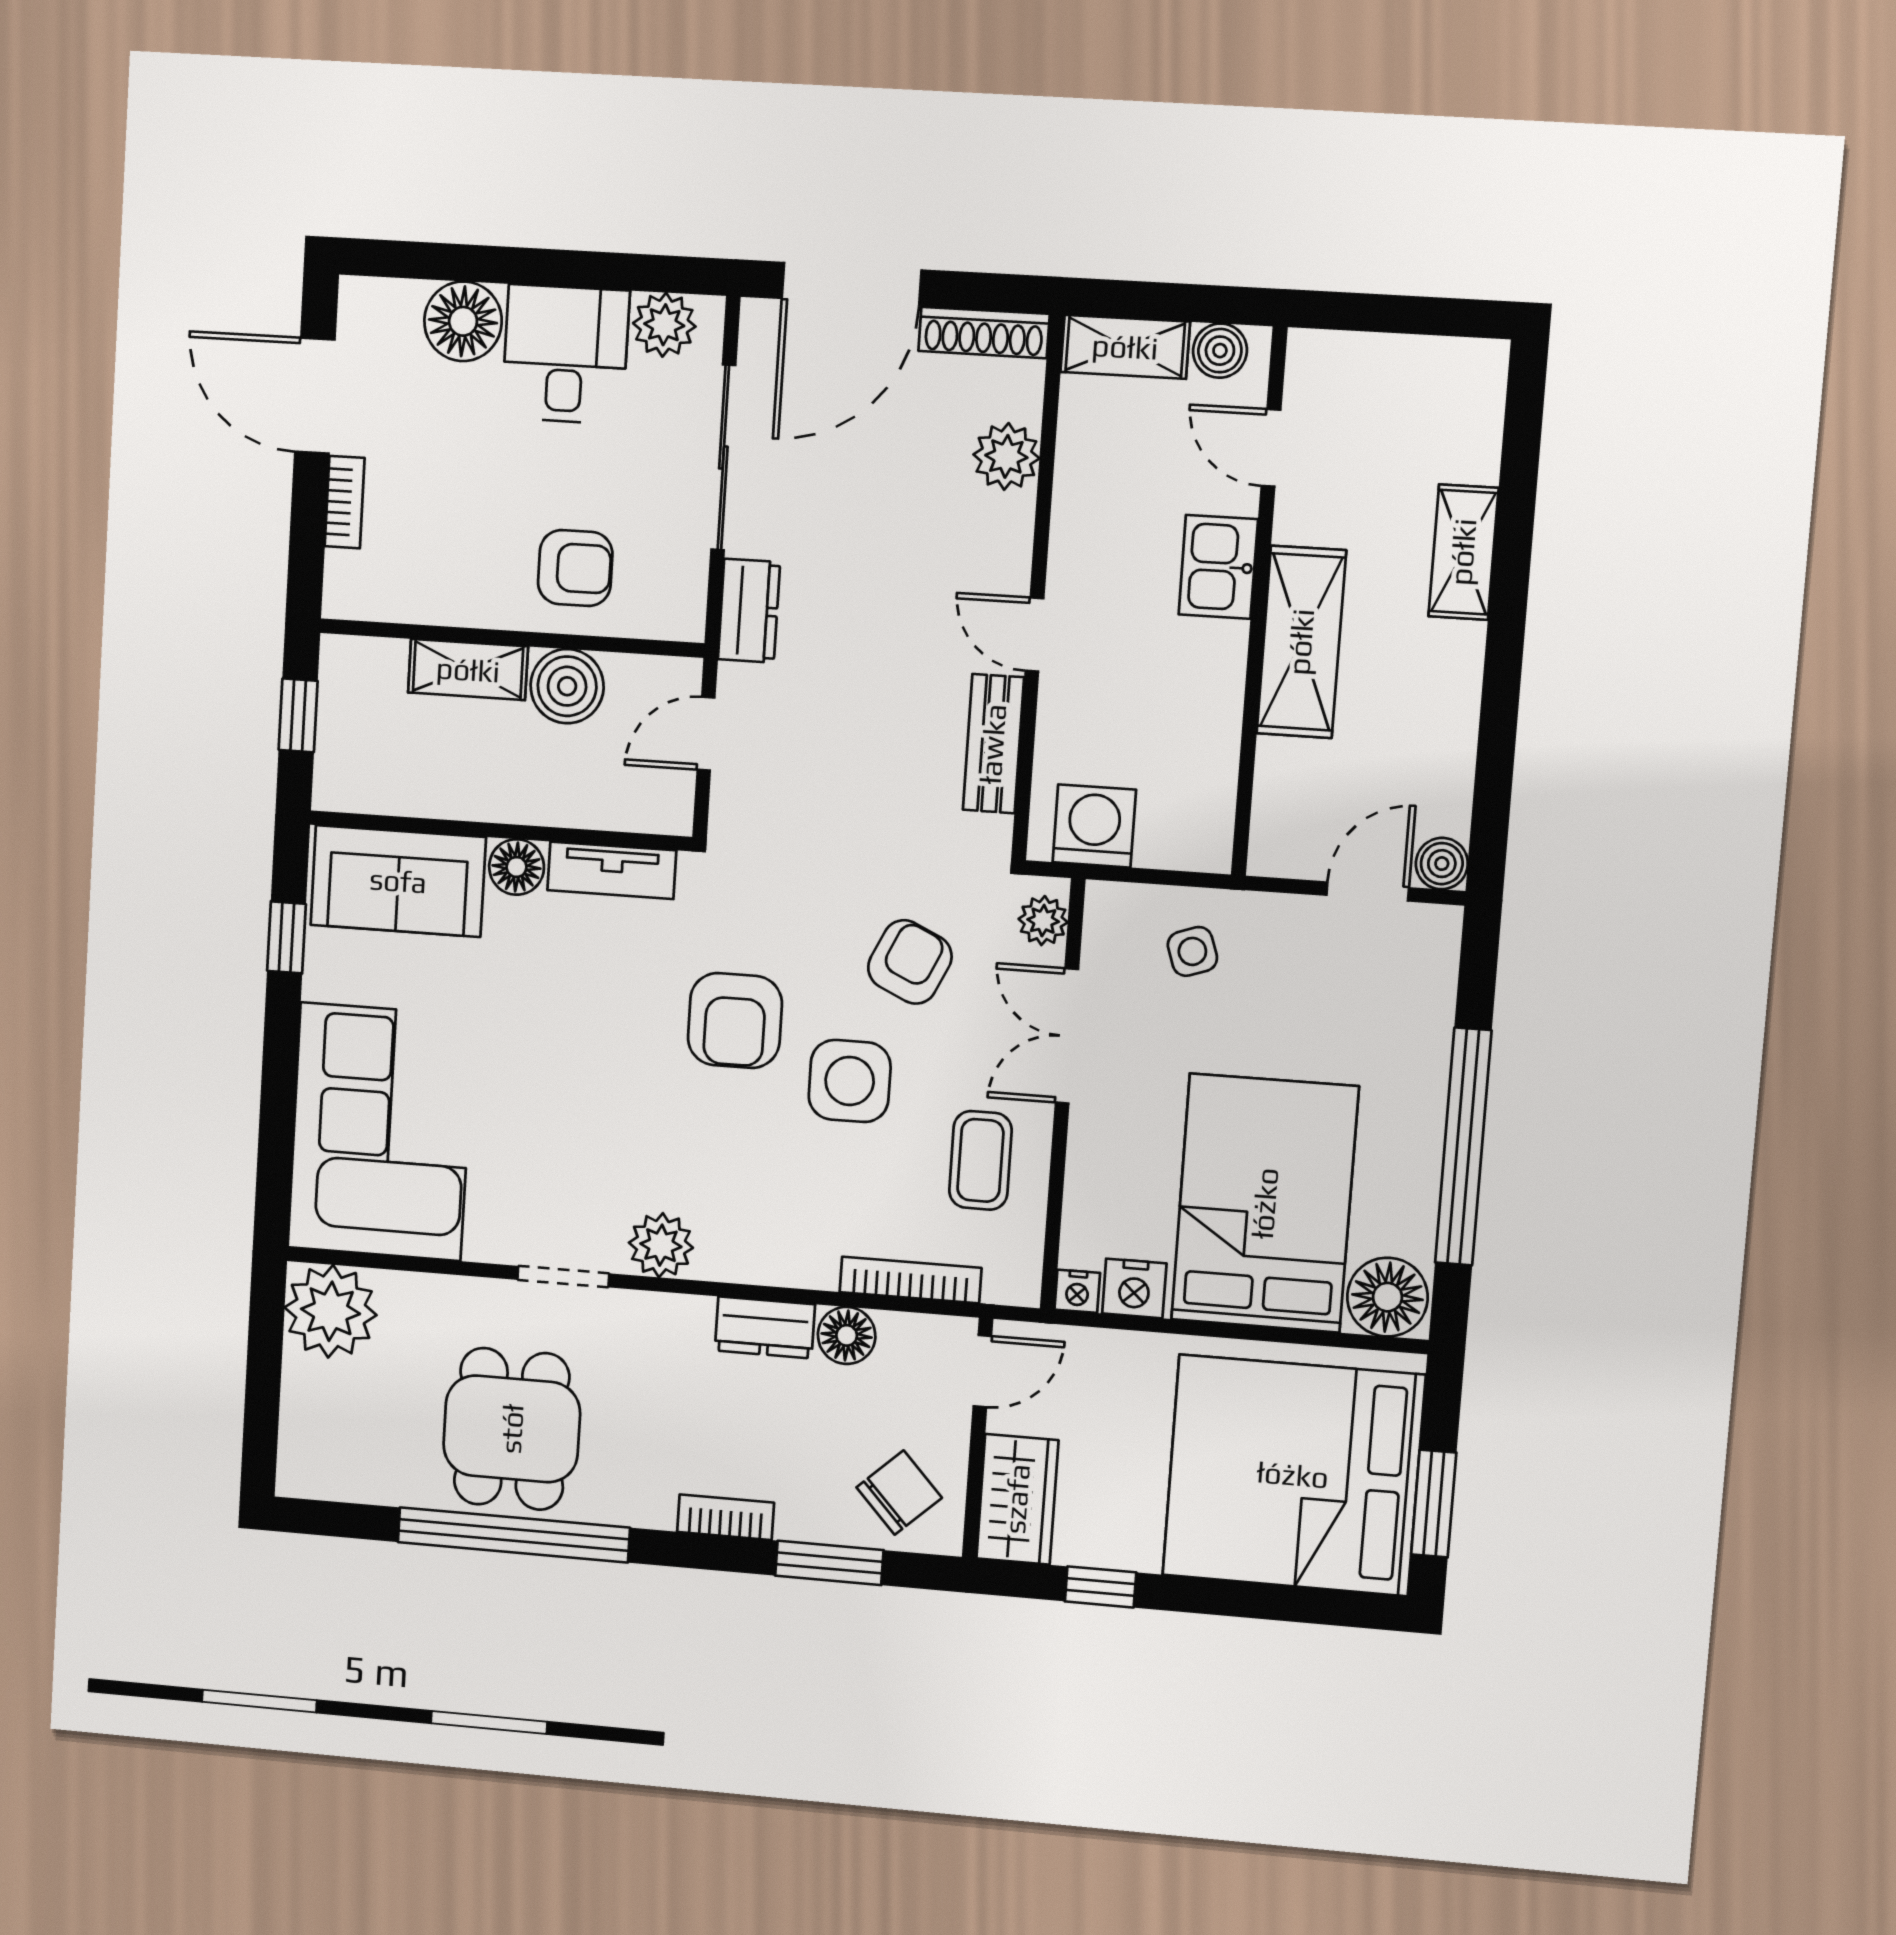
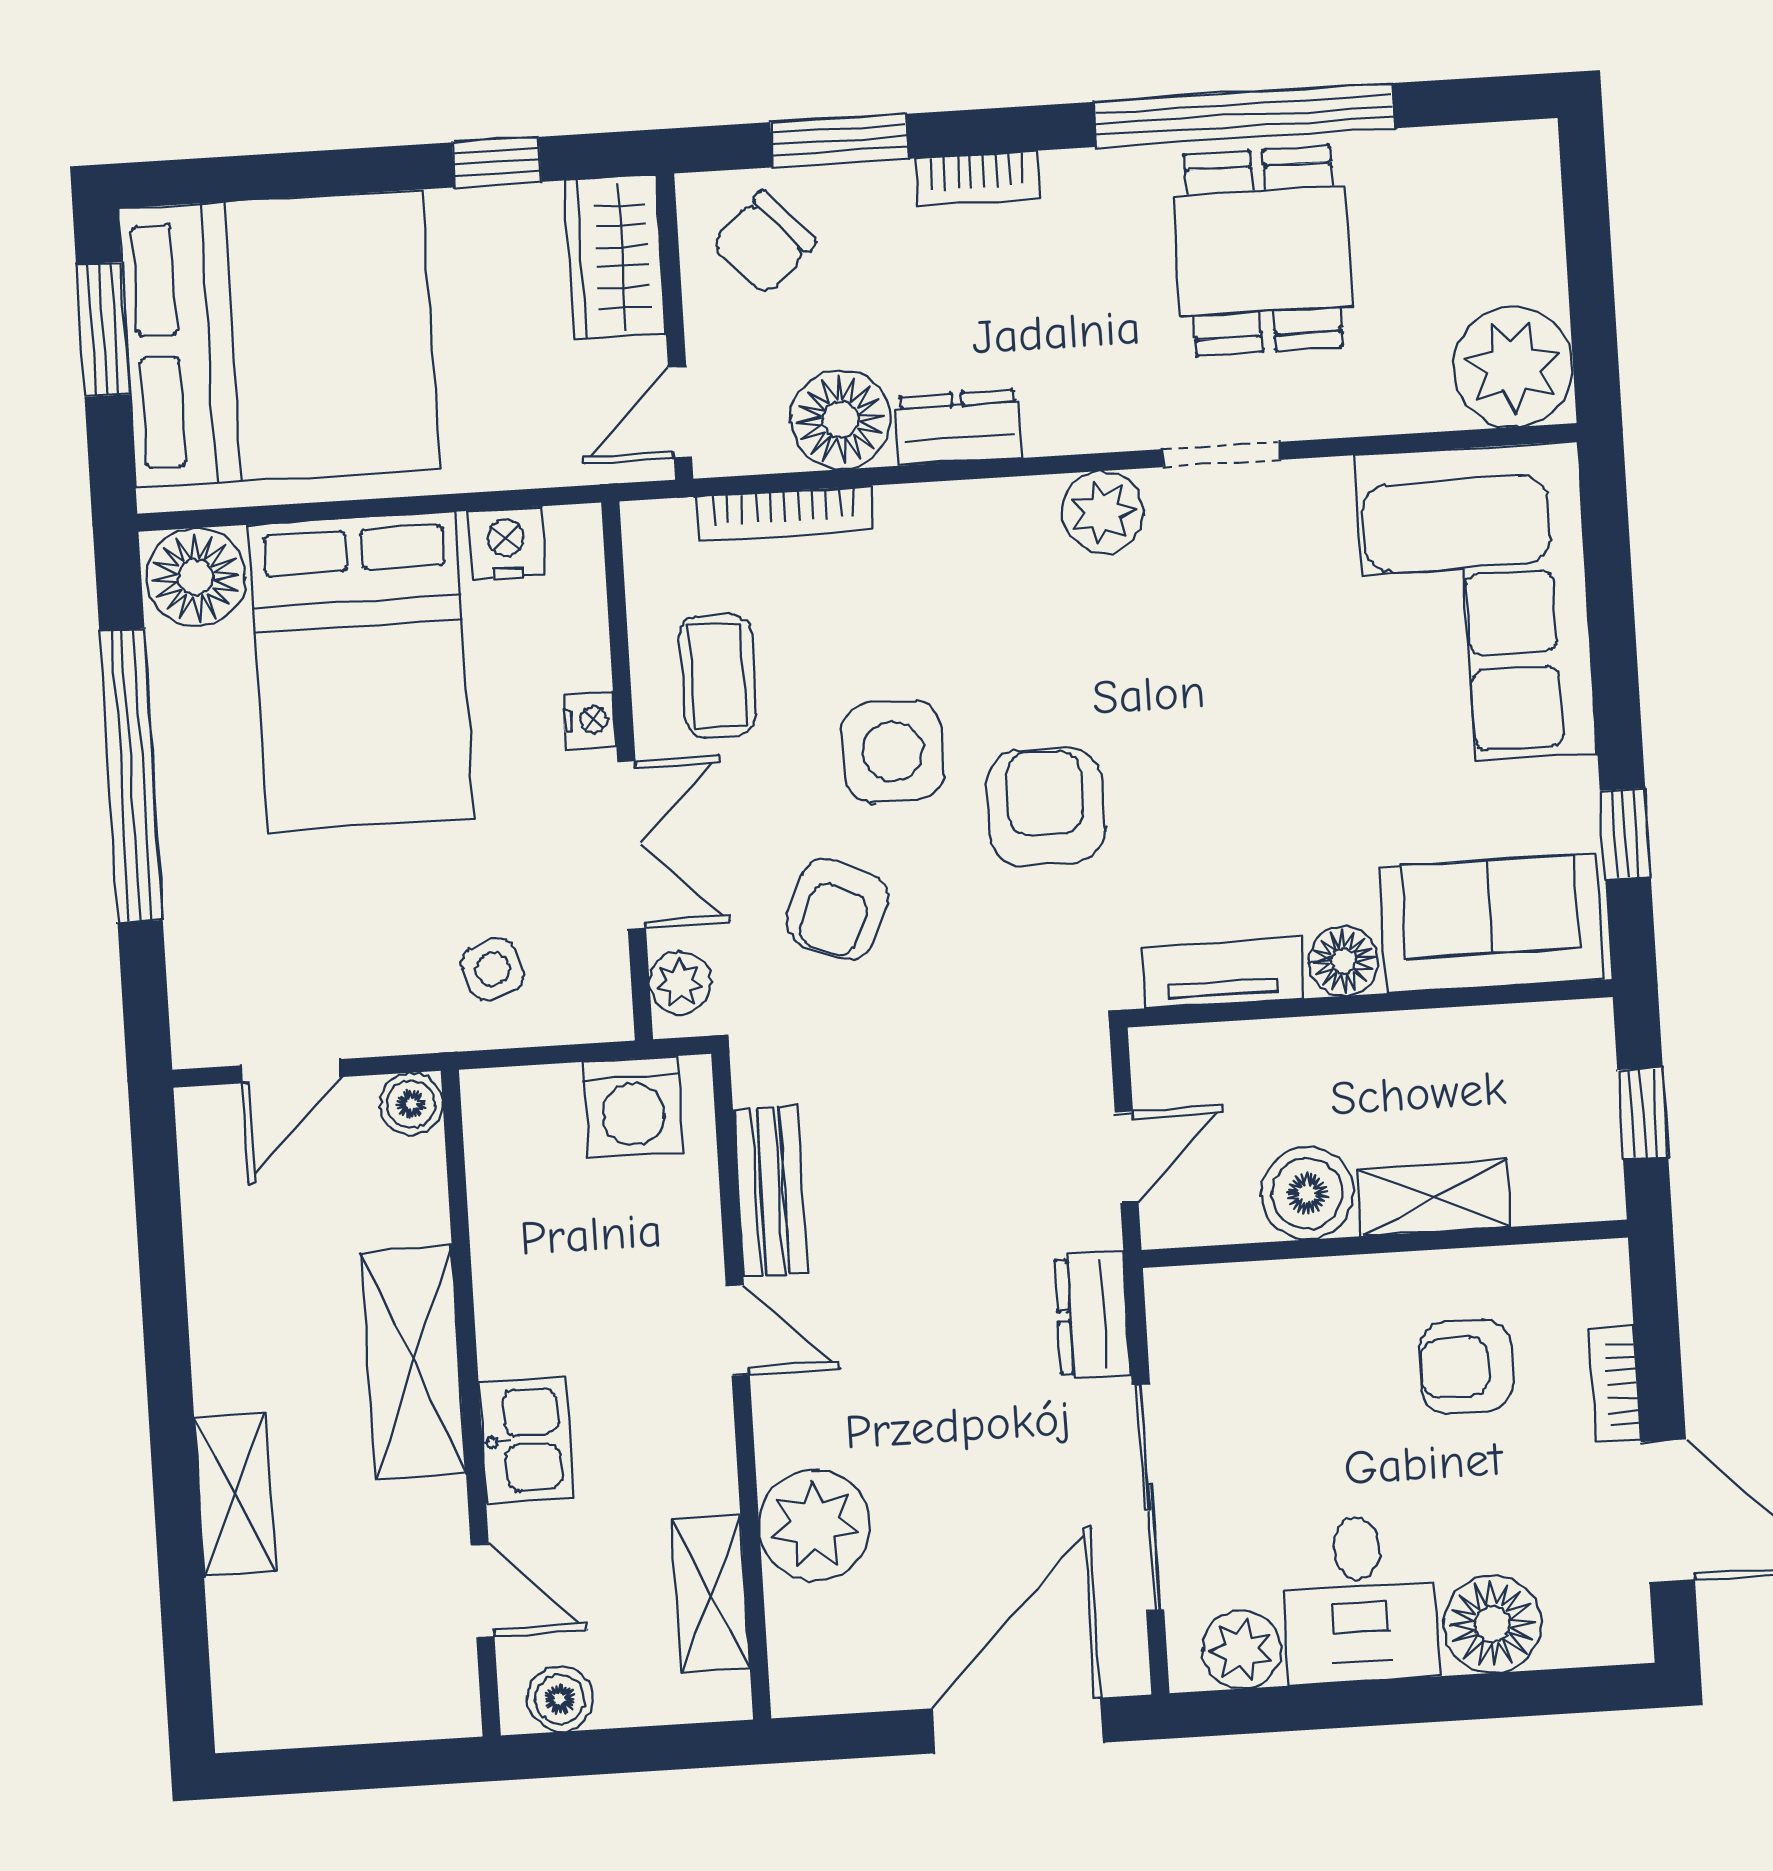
shoe rack: (984, 333) -> (848, 1687), removed
shelving: (1125, 347) -> (711, 1594), moved, turned 90
plant: (1006, 456) -> (815, 1525), width x1.36, depth x1.36
armchair: (575, 568) -> (1466, 1367), moved
boiler: (1442, 864) -> (411, 1104), moved
nightstand: (1077, 1291) -> (590, 720), moved, turned 90
floor lamp: (847, 1335) -> (841, 419), width x1.38, depth x1.38

